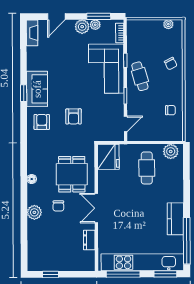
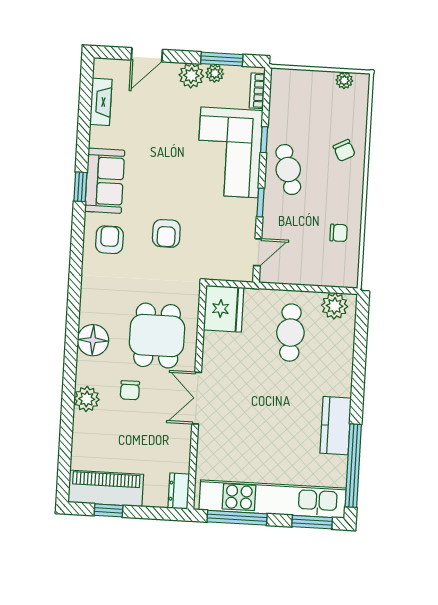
fireplace: (32, 33) -> (101, 102), moved
floor lamp: (32, 179) -> (93, 340), width x1.89, depth x1.89
dresser: (89, 240) -> (179, 491), moved
piano: (48, 262) -> (106, 488), added

